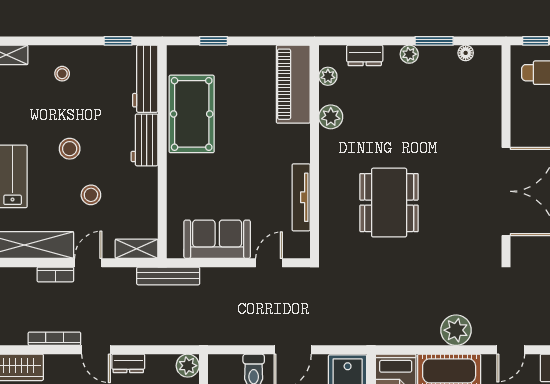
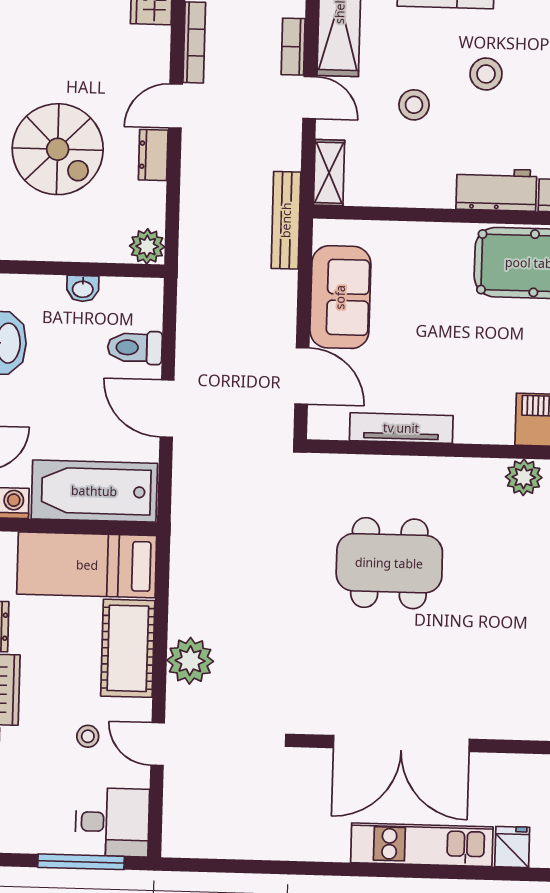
door: (269, 263) -> (302, 376), width x1.38

